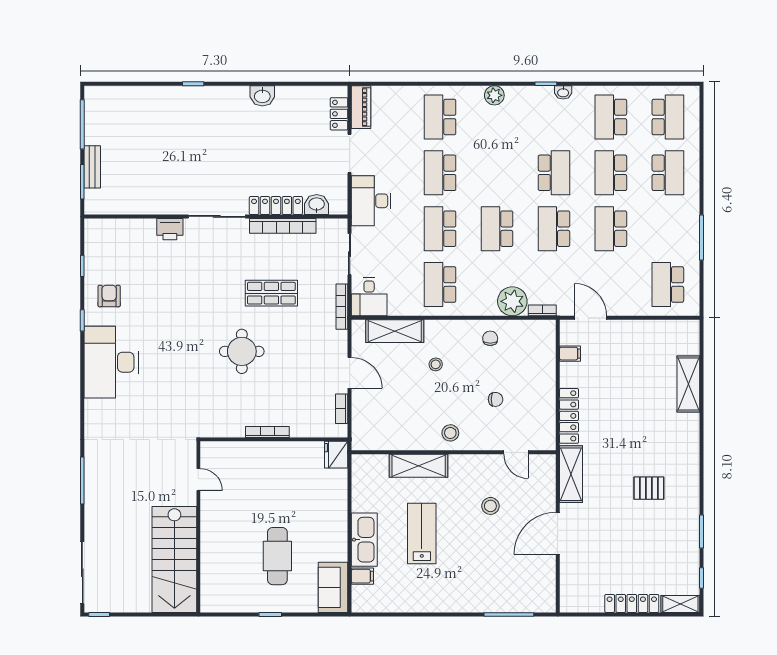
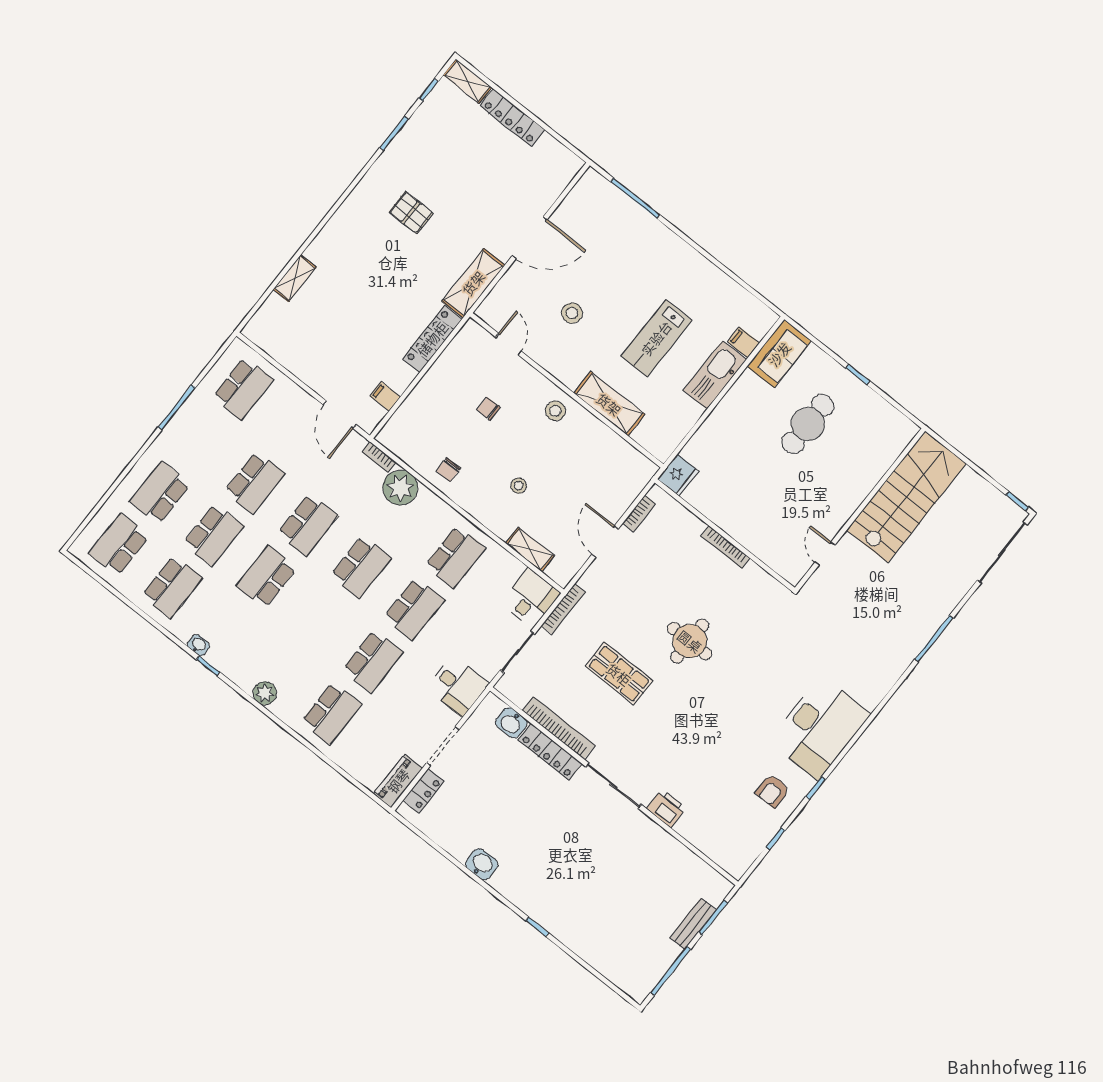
desk: (371, 201) -> (458, 686), width x0.73
shelving: (395, 331) -> (530, 549), width x0.67, depth x0.75
shelving: (688, 384) -> (295, 278), width x0.67, depth x0.75

